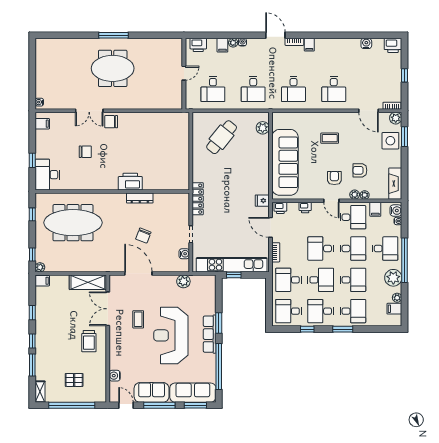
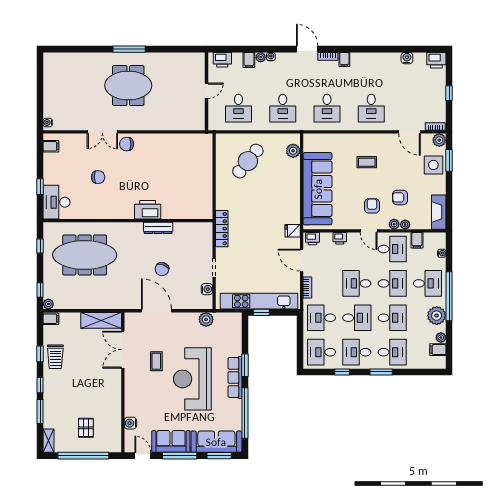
water cooler: (396, 211) -> (440, 242), removed
trolley: (89, 341) -> (55, 357), moved
pallet: (74, 380) -> (86, 428), turned 90

